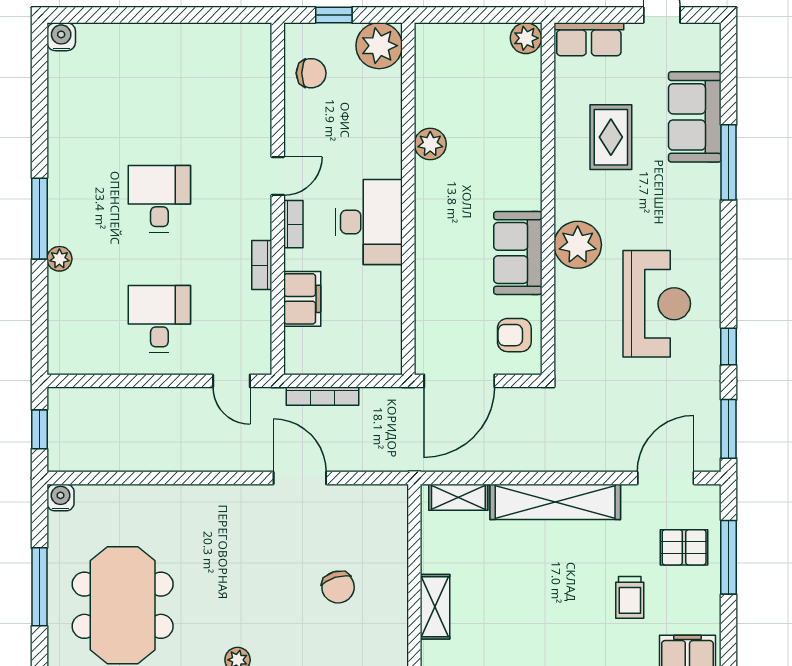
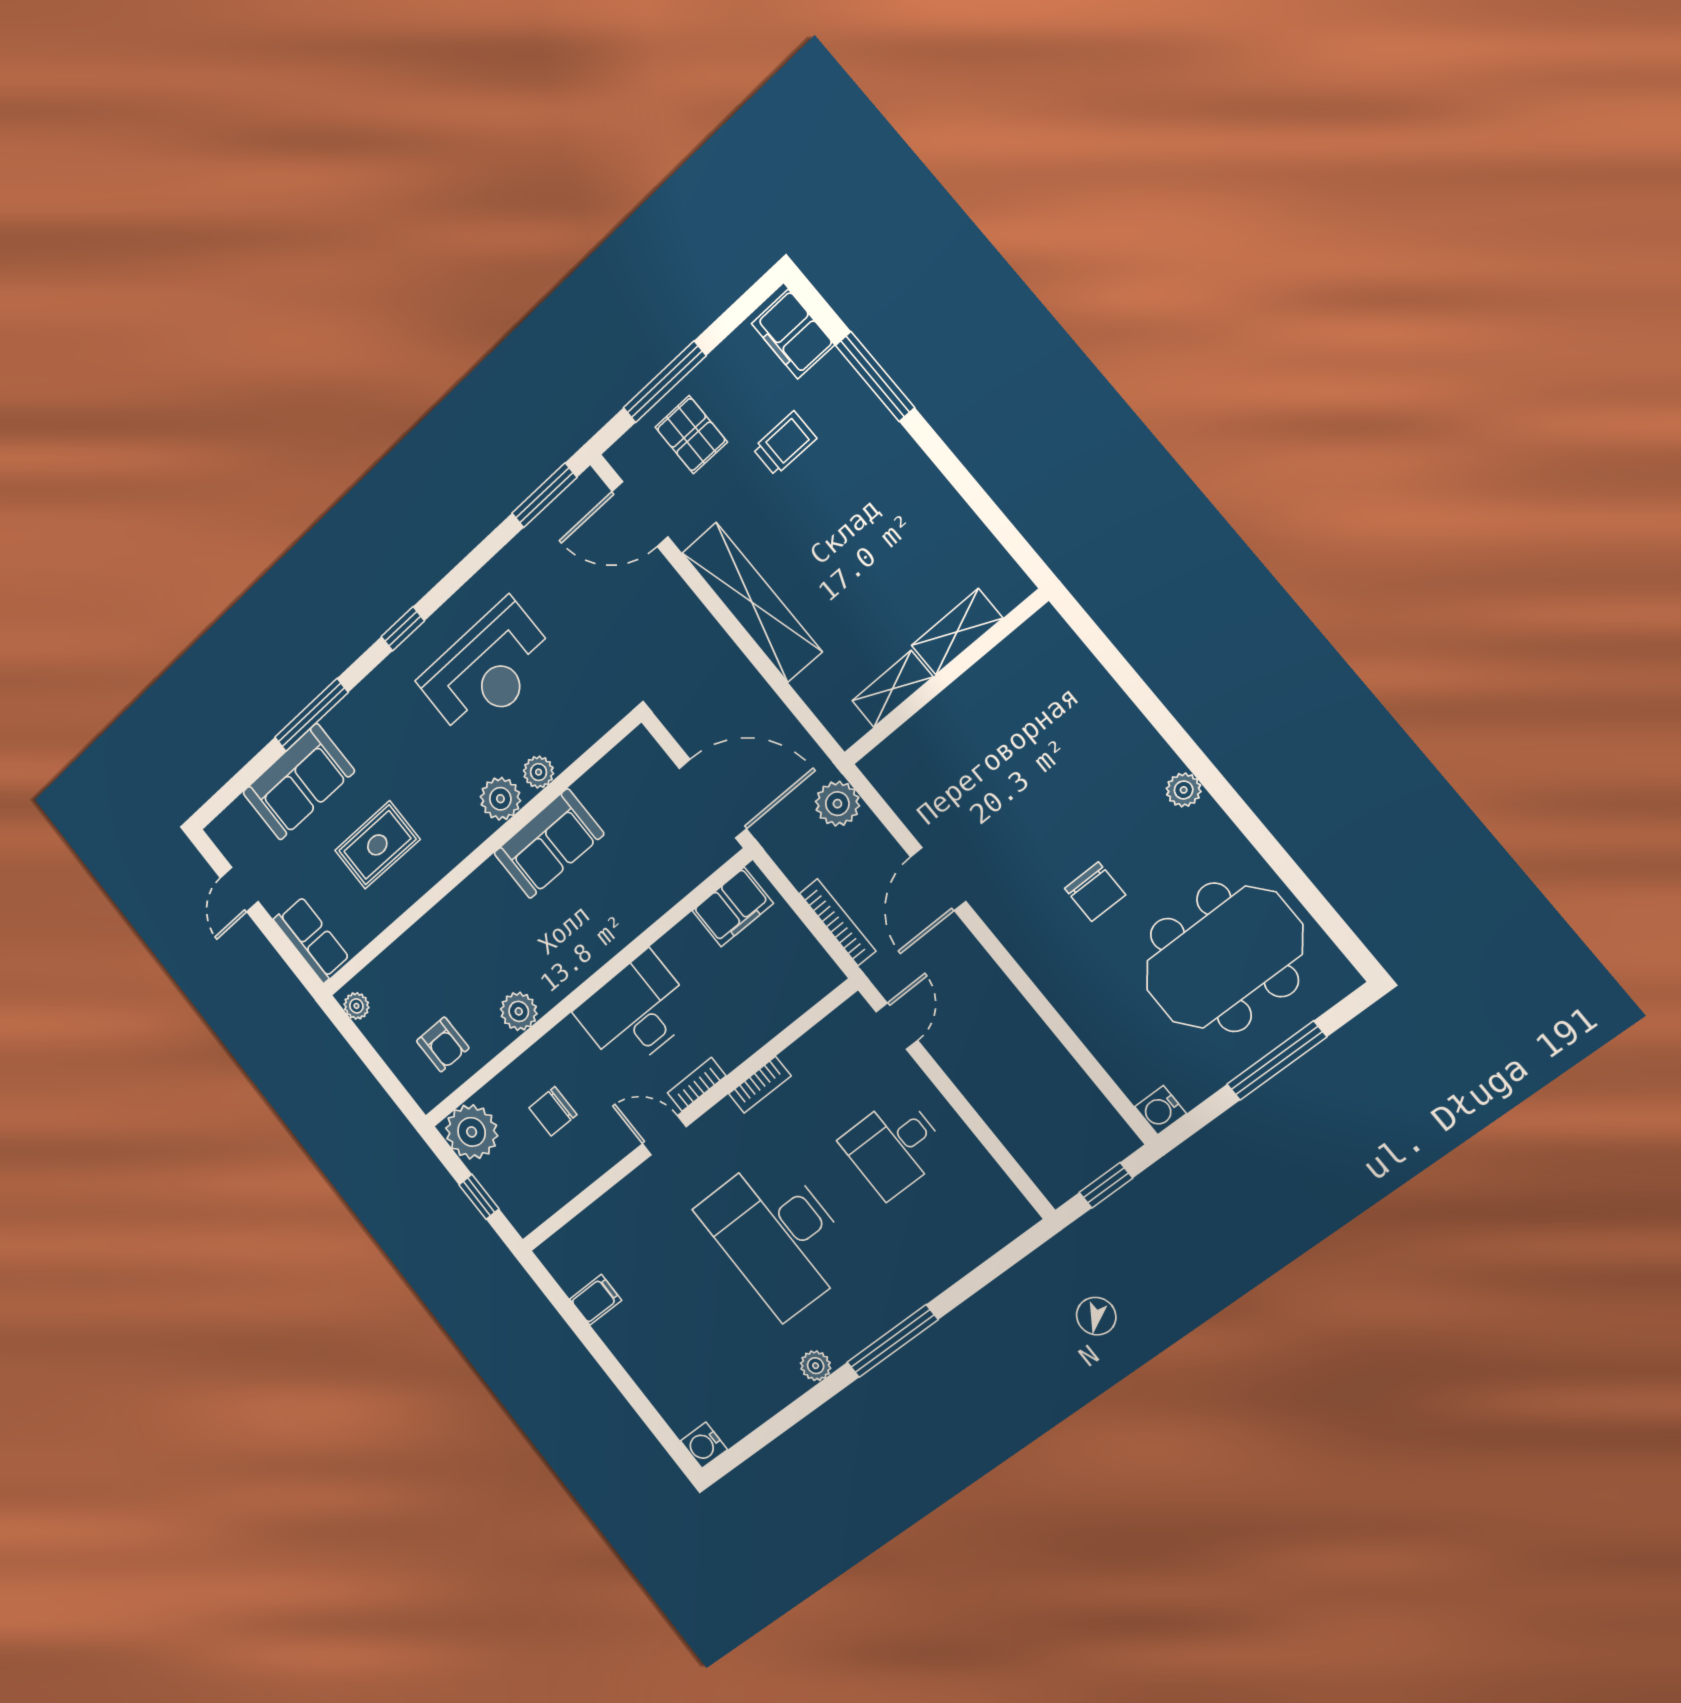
plant: (526, 38) -> (356, 1006), width x0.73, depth x0.73
filing cabinet: (208, 41) -> (596, 1300), added
chair: (311, 73) -> (553, 1111), moved, turned -90
desk: (159, 199) -> (778, 1235), width x1.87, depth x1.30
plant: (578, 245) -> (500, 799), width x0.73, depth x0.73
plant: (59, 259) -> (816, 1366), moved
plant: (567, 284) -> (539, 772), added
filing cabinet: (302, 299) -> (733, 907), moved, turned 180
reception desk: (657, 304) -> (487, 670), turned 180
armchair: (514, 335) -> (443, 1044), moved
window: (729, 346) -> (403, 629), moved
plant: (393, 455) -> (837, 804), added
shelving: (458, 497) -> (892, 689), moved, turned 90
chair: (338, 587) -> (1095, 892), moved, turned 107

